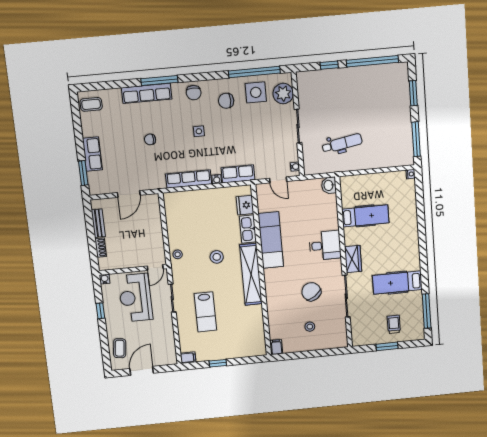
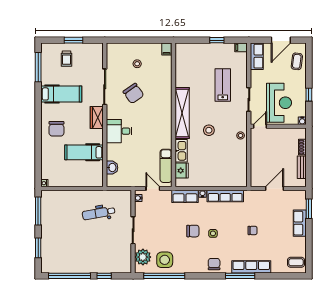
chair: (226, 101) -> (193, 231), moved
washbasin: (329, 185) -> (112, 168), moved
exam couch: (271, 240) -> (166, 166), moved, width x0.73, depth x0.69
chair: (400, 241) -> (56, 129), added
row of seats: (168, 349) -> (257, 56), added

